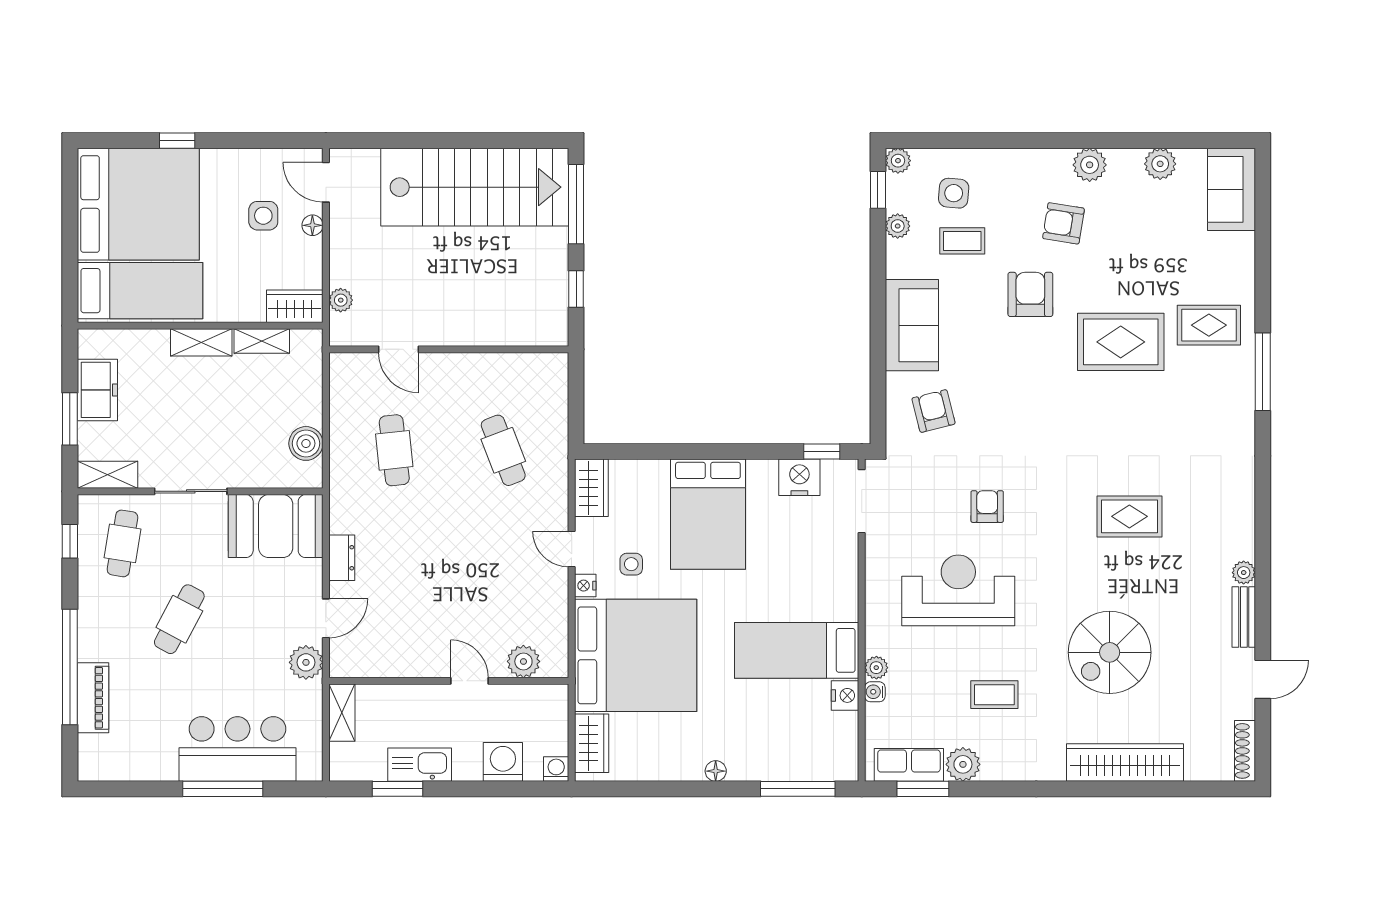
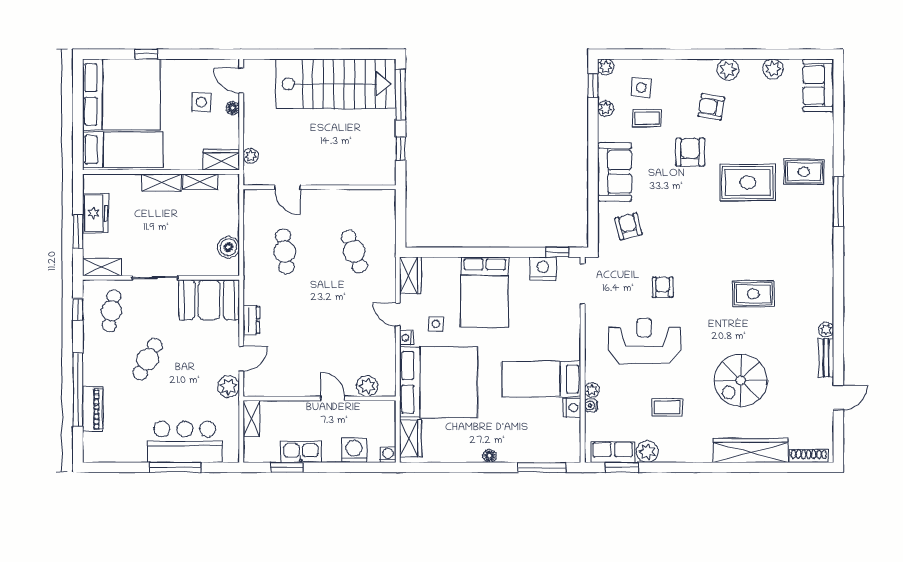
shoe rack: (1245, 751) -> (809, 456), moved, turned 90

